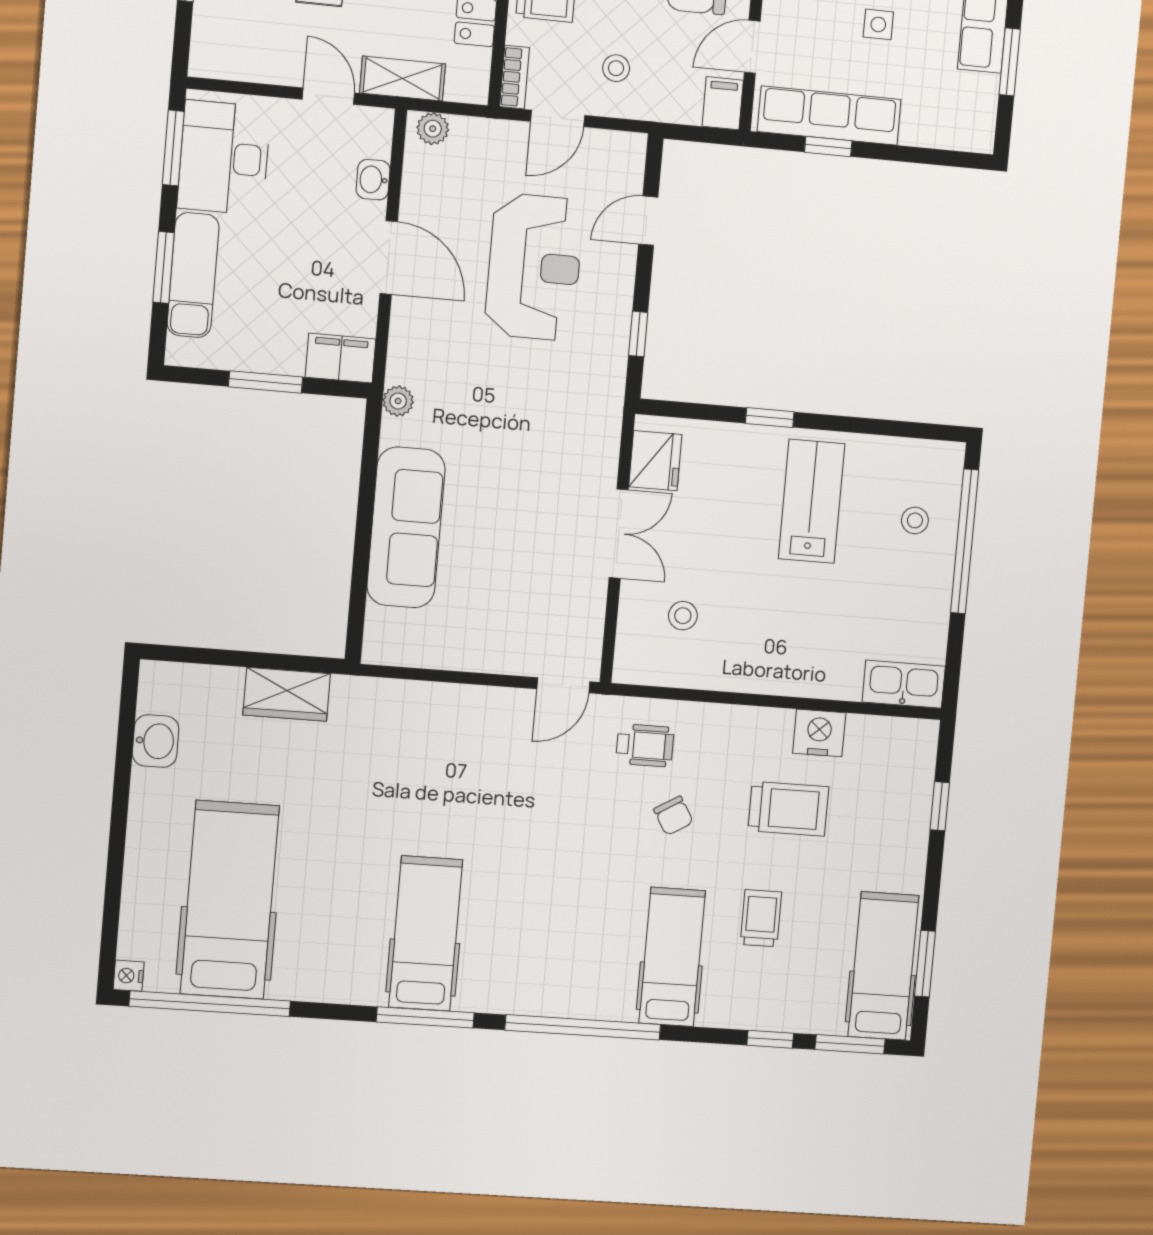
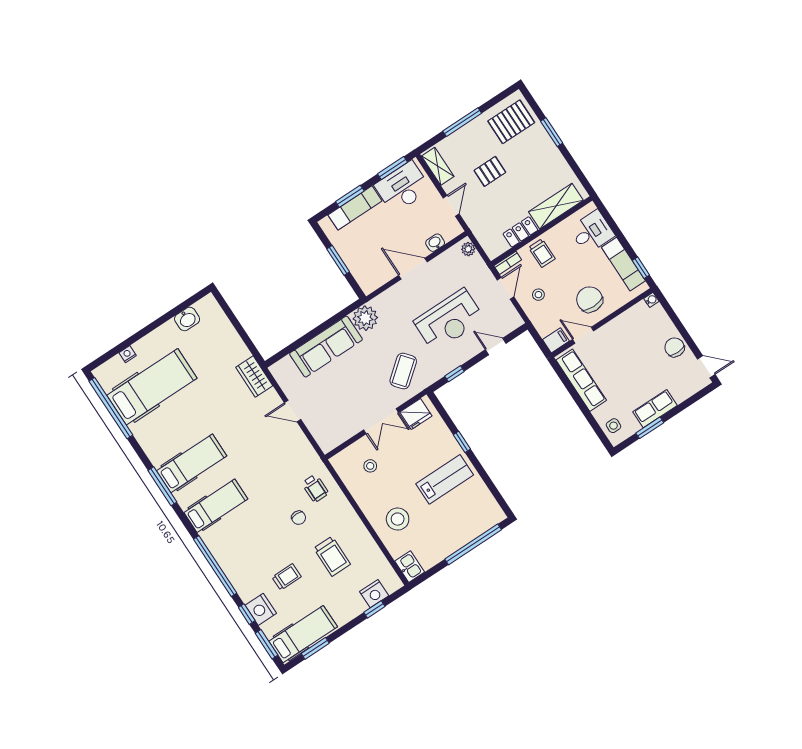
side table: (878, 24) -> (613, 426), moved
shelving: (402, 79) -> (438, 166), moved
door: (558, 118) -> (506, 288), swing flipped
window: (828, 147) -> (570, 388), removed
door: (389, 257) -> (413, 269), swing flipped
filing cabinet: (340, 358) -> (366, 279), removed
plant: (398, 401) -> (365, 318), width x1.87, depth x1.87
coffee table: (560, 423) -> (403, 371), added
stool: (915, 520) -> (398, 519), moved, width x1.89, depth x1.89
kitchen sink: (904, 684) -> (410, 567), width x0.73
door: (563, 685) -> (293, 411), moved
wardrobe: (287, 694) -> (254, 376), moved
nightstand: (819, 733) -> (374, 594), moved, turned 90
chair: (673, 816) -> (299, 518), turned -59
hospital bed: (672, 957) -> (216, 506), moved
nightstand: (129, 976) -> (128, 354), moved
nightstand: (781, 1008) -> (261, 609), added
window: (583, 1027) -> (215, 566), moved

